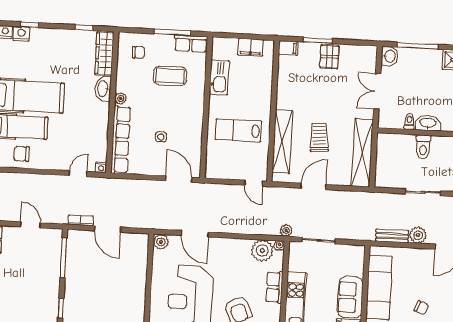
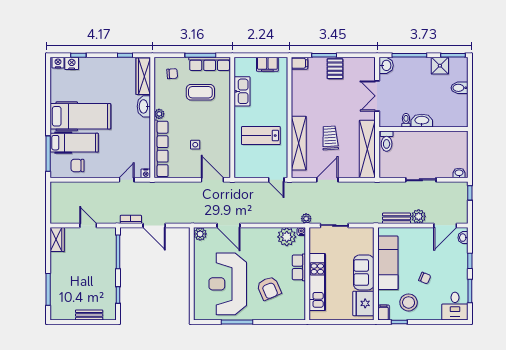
row of seats: (191, 44) -> (210, 64), width x1.48
toilet: (423, 147) -> (387, 141), moved

